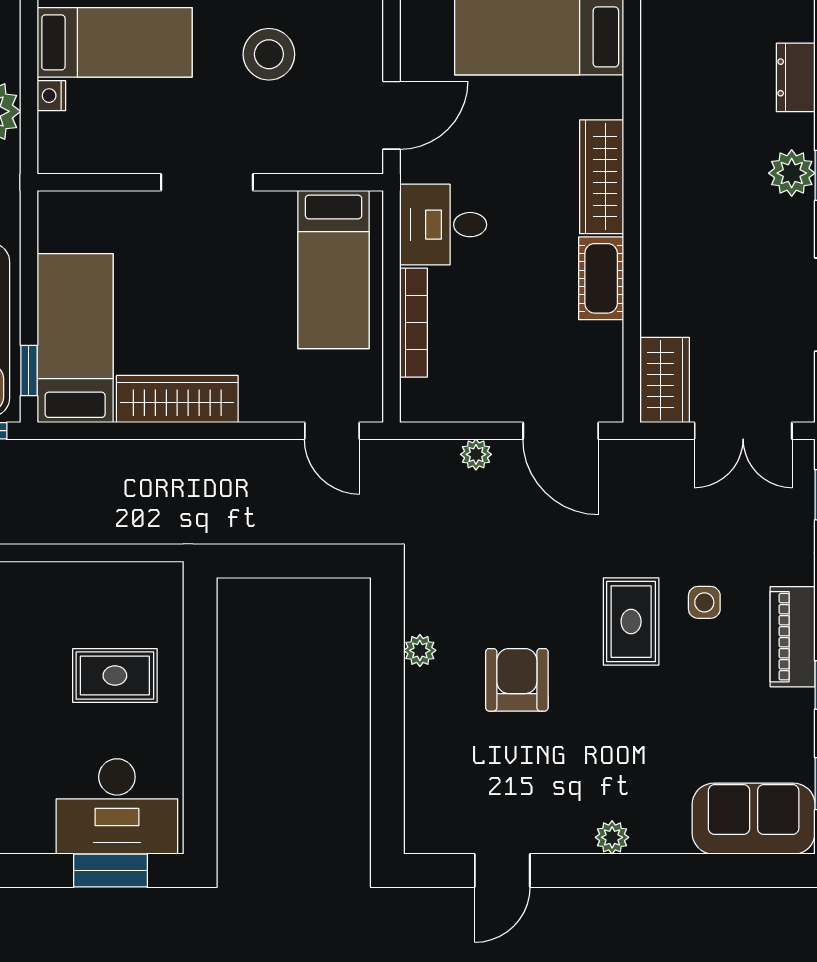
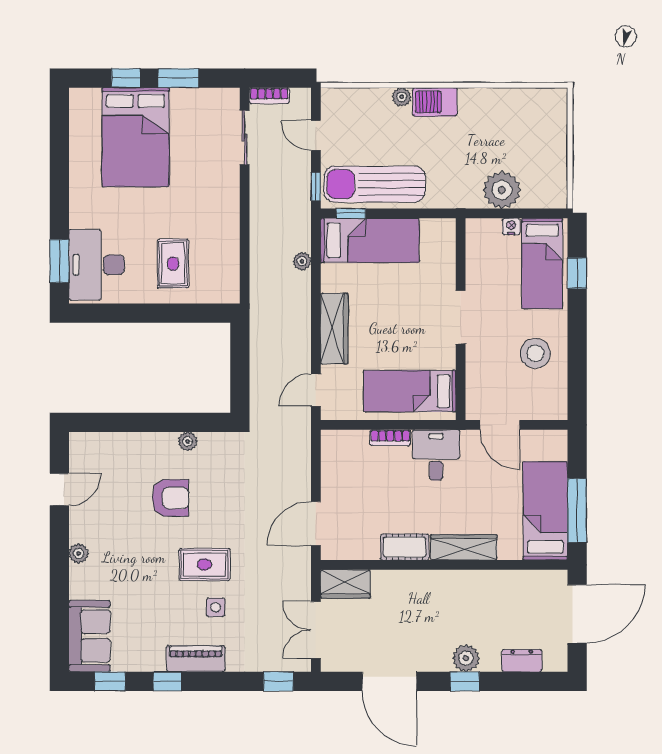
bookcase: (414, 323) -> (390, 438), width x0.64
wardrobe: (177, 399) -> (334, 329), moved
plant: (476, 454) -> (302, 261), moved
door: (502, 871) -> (59, 489), swing flipped

